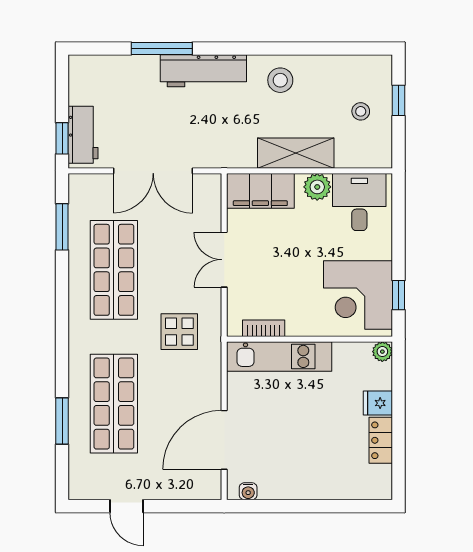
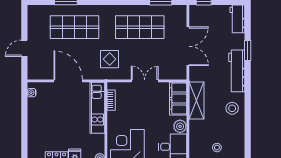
window: (162, 48) -> (248, 51), width x0.69
workbench: (83, 135) -> (237, 19), moved, turned 90
shelving: (296, 153) -> (197, 100), moved
double door: (153, 171) -> (188, 46), swing flipped
door: (224, 440) -> (68, 81), moved
door: (126, 506) -> (24, 48), moved

